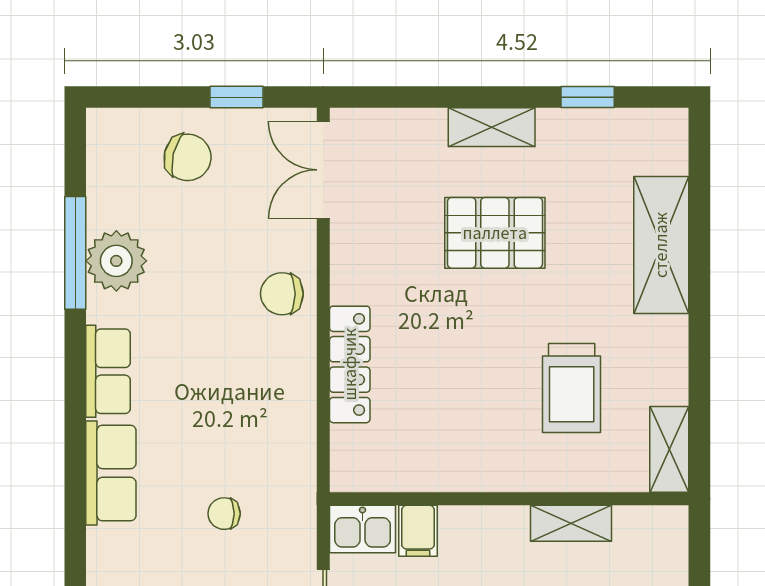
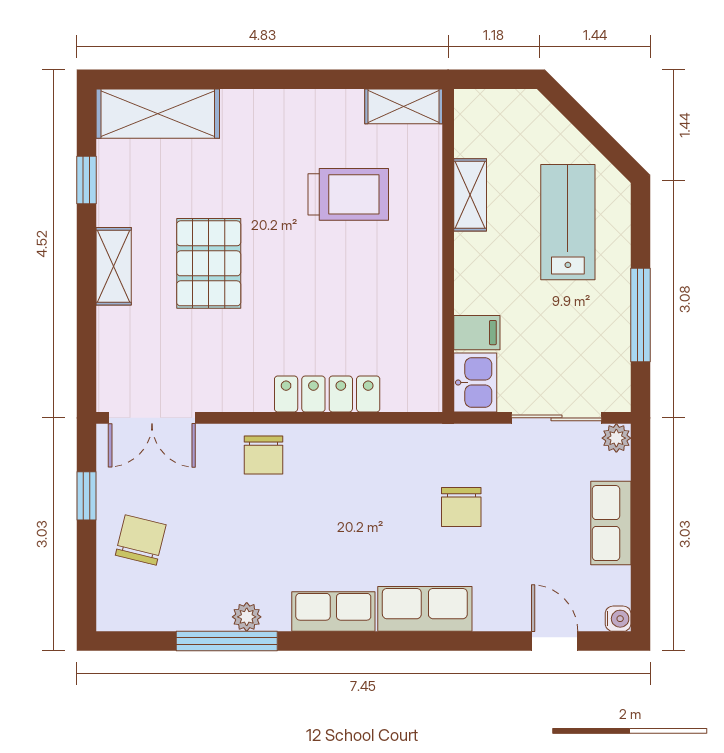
shelving: (661, 245) -> (158, 114), moved
plant: (116, 261) -> (247, 617), width x0.53, depth x0.53
chair: (224, 514) -> (461, 507), width x1.37, depth x1.37

